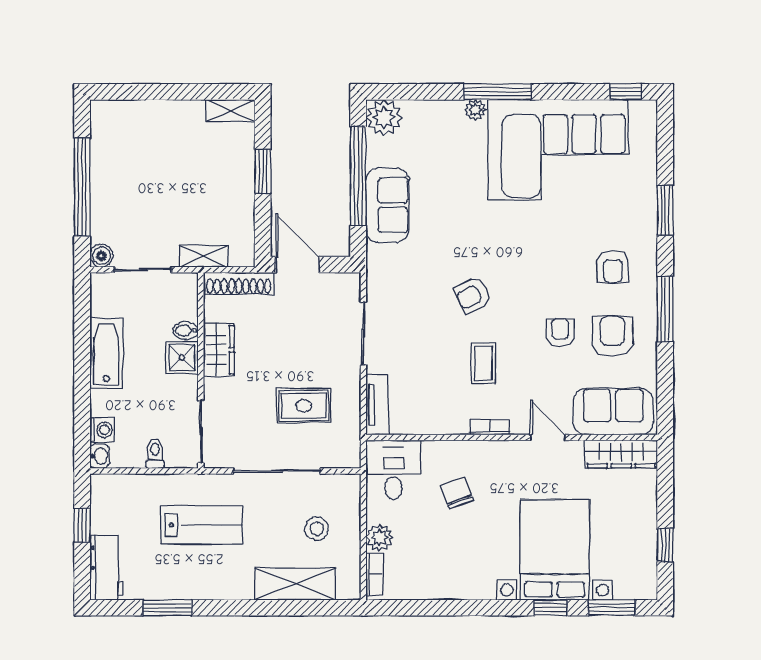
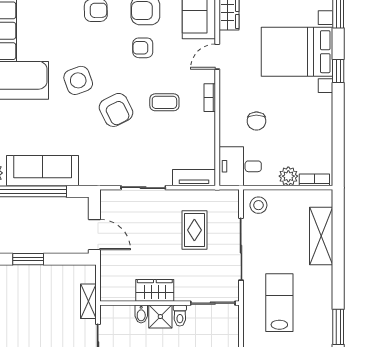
sofa: (387, 205) -> (43, 171), width x1.36
side table: (514, 242) -> (78, 80), added
door: (297, 265) -> (94, 235), swing flipped
shoe rack: (239, 283) -> (108, 276), removed
armchair: (473, 295) -> (116, 110), width x1.38, depth x1.38
toilet: (155, 453) -> (180, 316), moved, turned -90
chair: (457, 493) -> (256, 121), turned -69
stool: (317, 529) -> (258, 205), moved
window: (551, 608) -> (338, 71), moved

